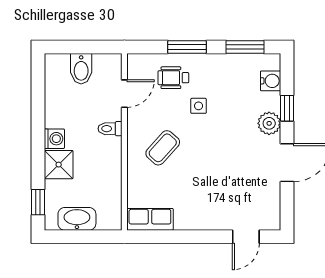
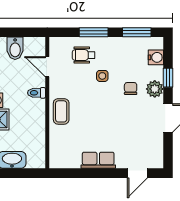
door: (124, 94) -> (47, 67), swing flipped
chair: (237, 123) -> (131, 89), added
coffee table: (163, 148) -> (61, 111), moved, turned -42
row of seats: (150, 219) -> (98, 160), moved

